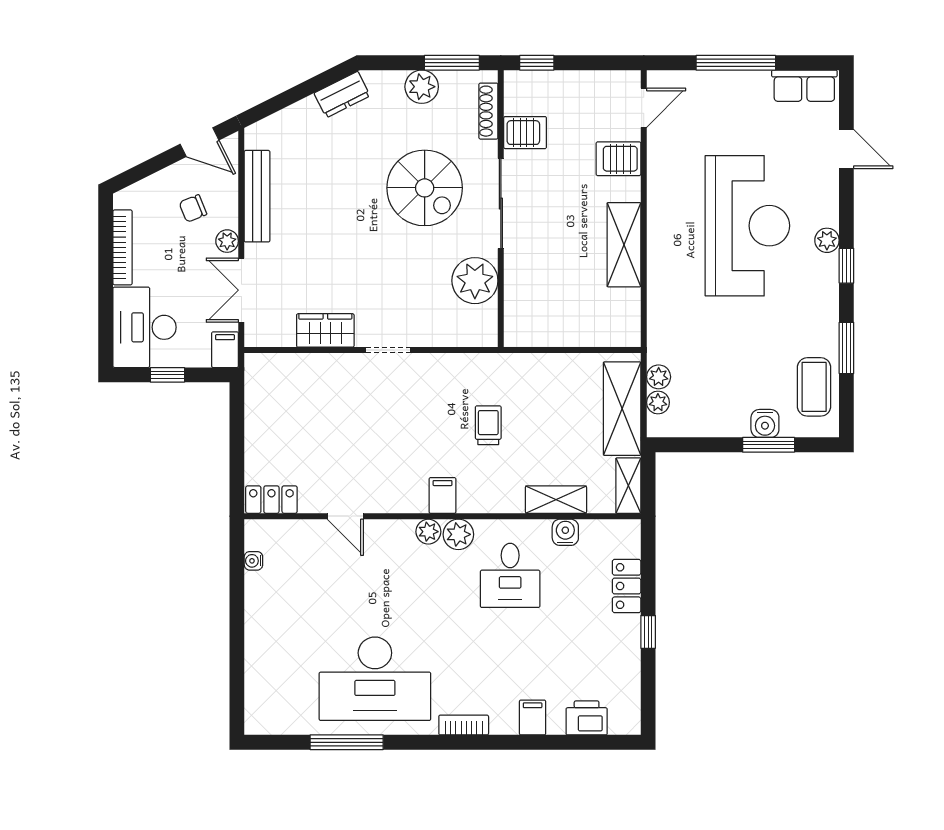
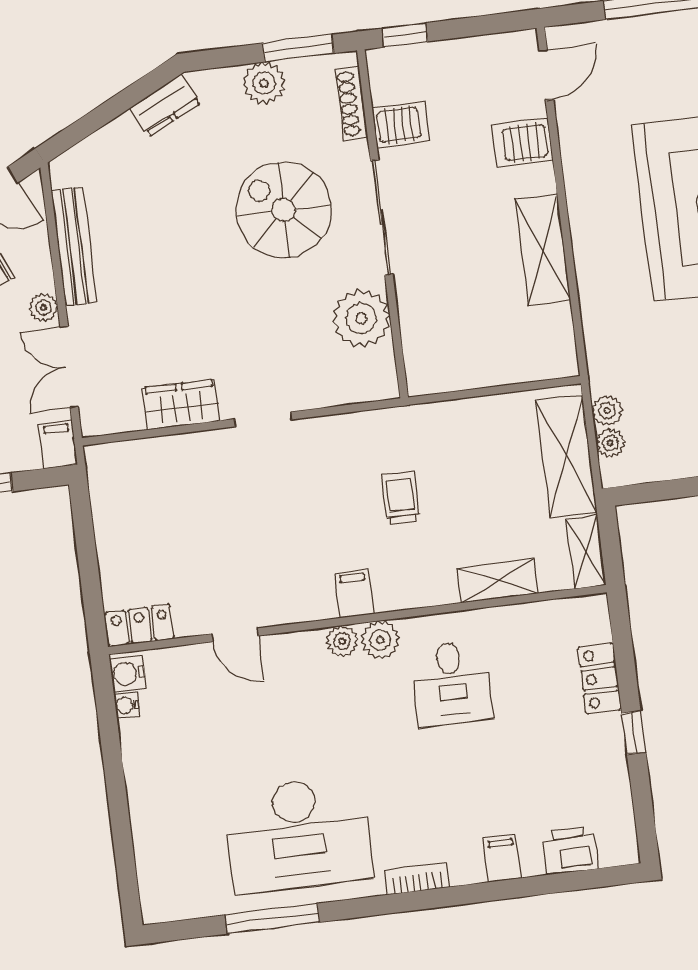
spiral stairs: (425, 188) -> (284, 210), turned 180
water cooler: (565, 532) -> (128, 674), moved, turned -90

